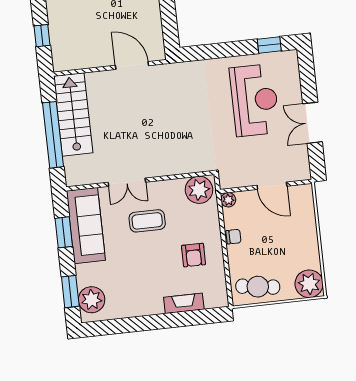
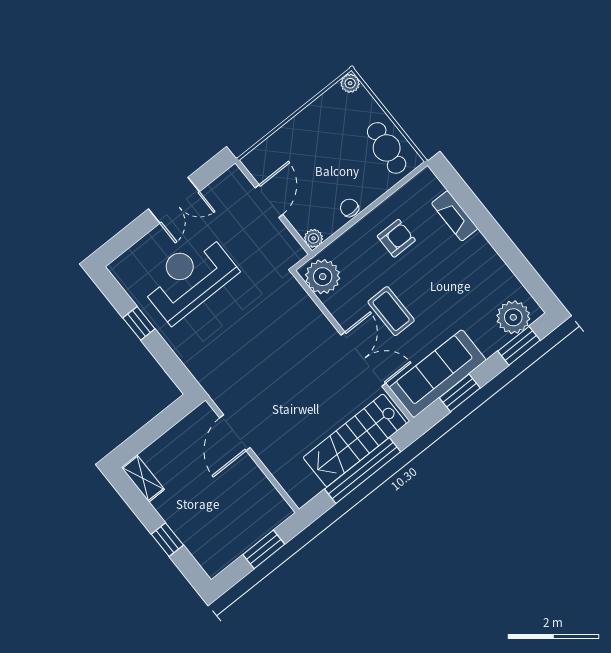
window: (42, 36) -> (264, 549), width x1.50
window: (269, 45) -> (139, 323), moved
stairs: (73, 114) -> (355, 440), moved
double door: (127, 182) -> (363, 359), width x1.37
plant: (309, 284) -> (350, 83), width x0.53, depth x0.53

